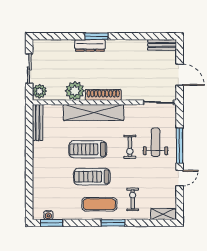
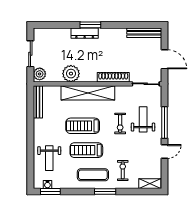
bench: (162, 45) -> (144, 33), width x1.36
shoe rack: (103, 95) -> (113, 77), moved
weight bench: (50, 186) -> (49, 158), added

